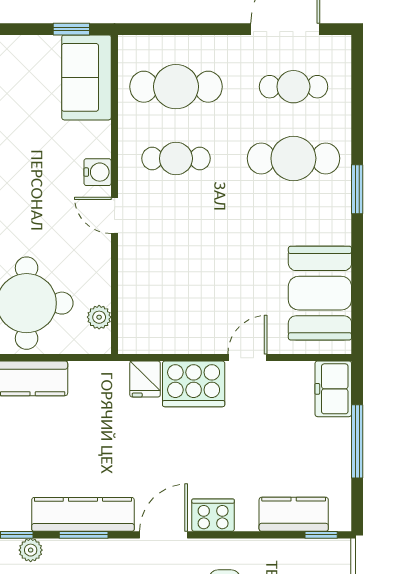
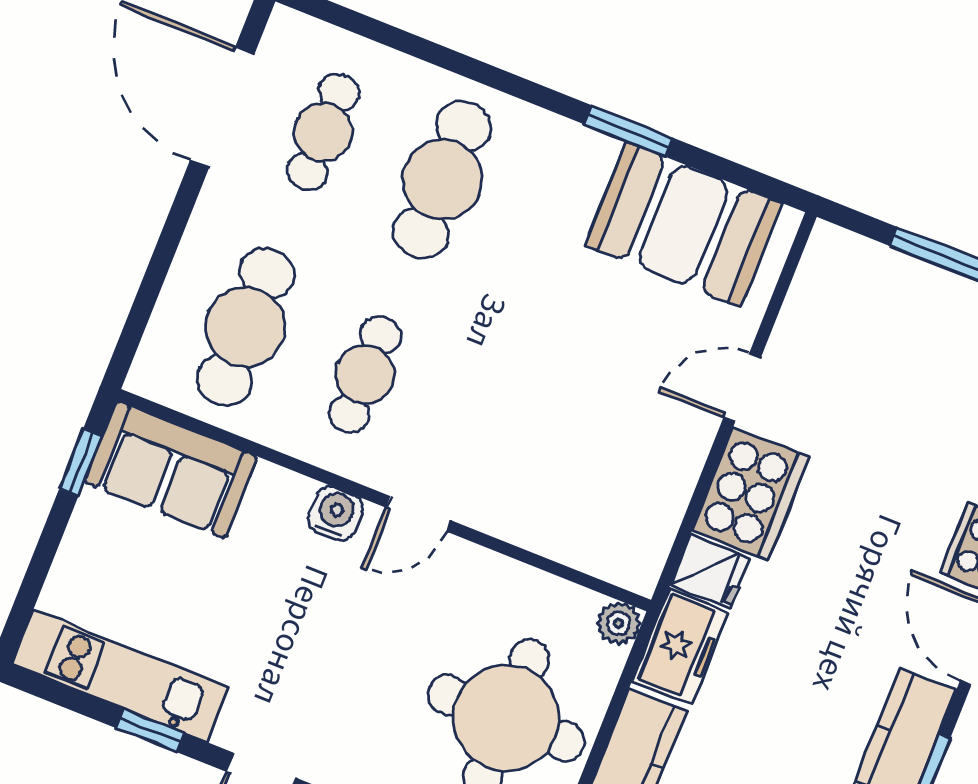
window: (357, 189) -> (628, 131), moved
plant: (99, 317) -> (619, 623), moved
door: (247, 358) -> (742, 387), hinge flipped
freezer: (333, 389) -> (681, 647), moved, turned -90

